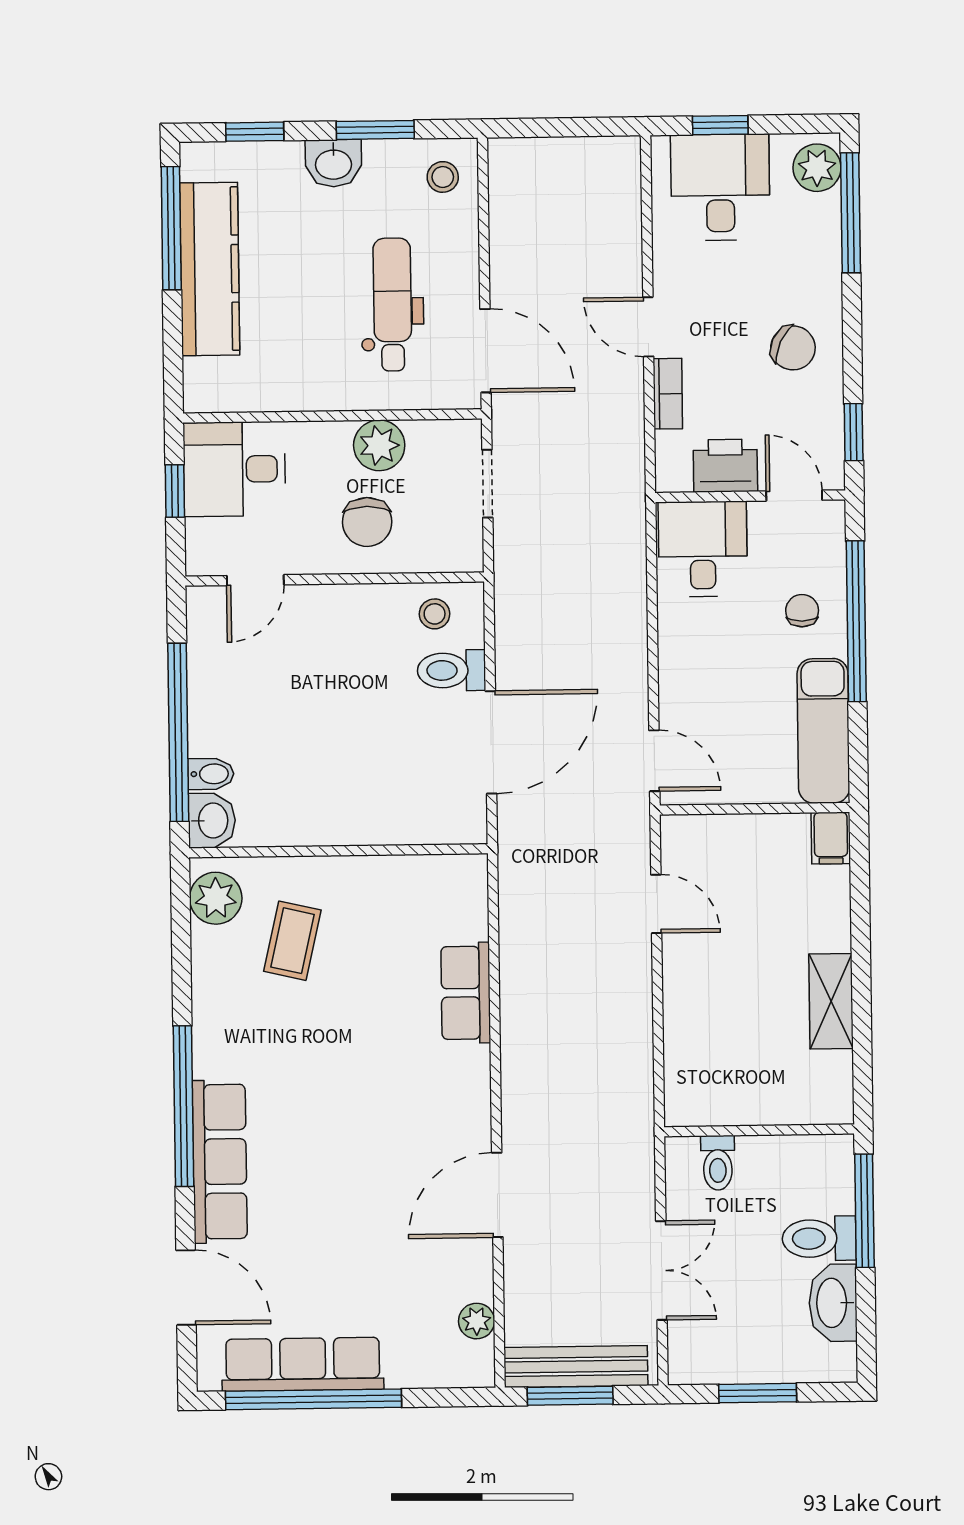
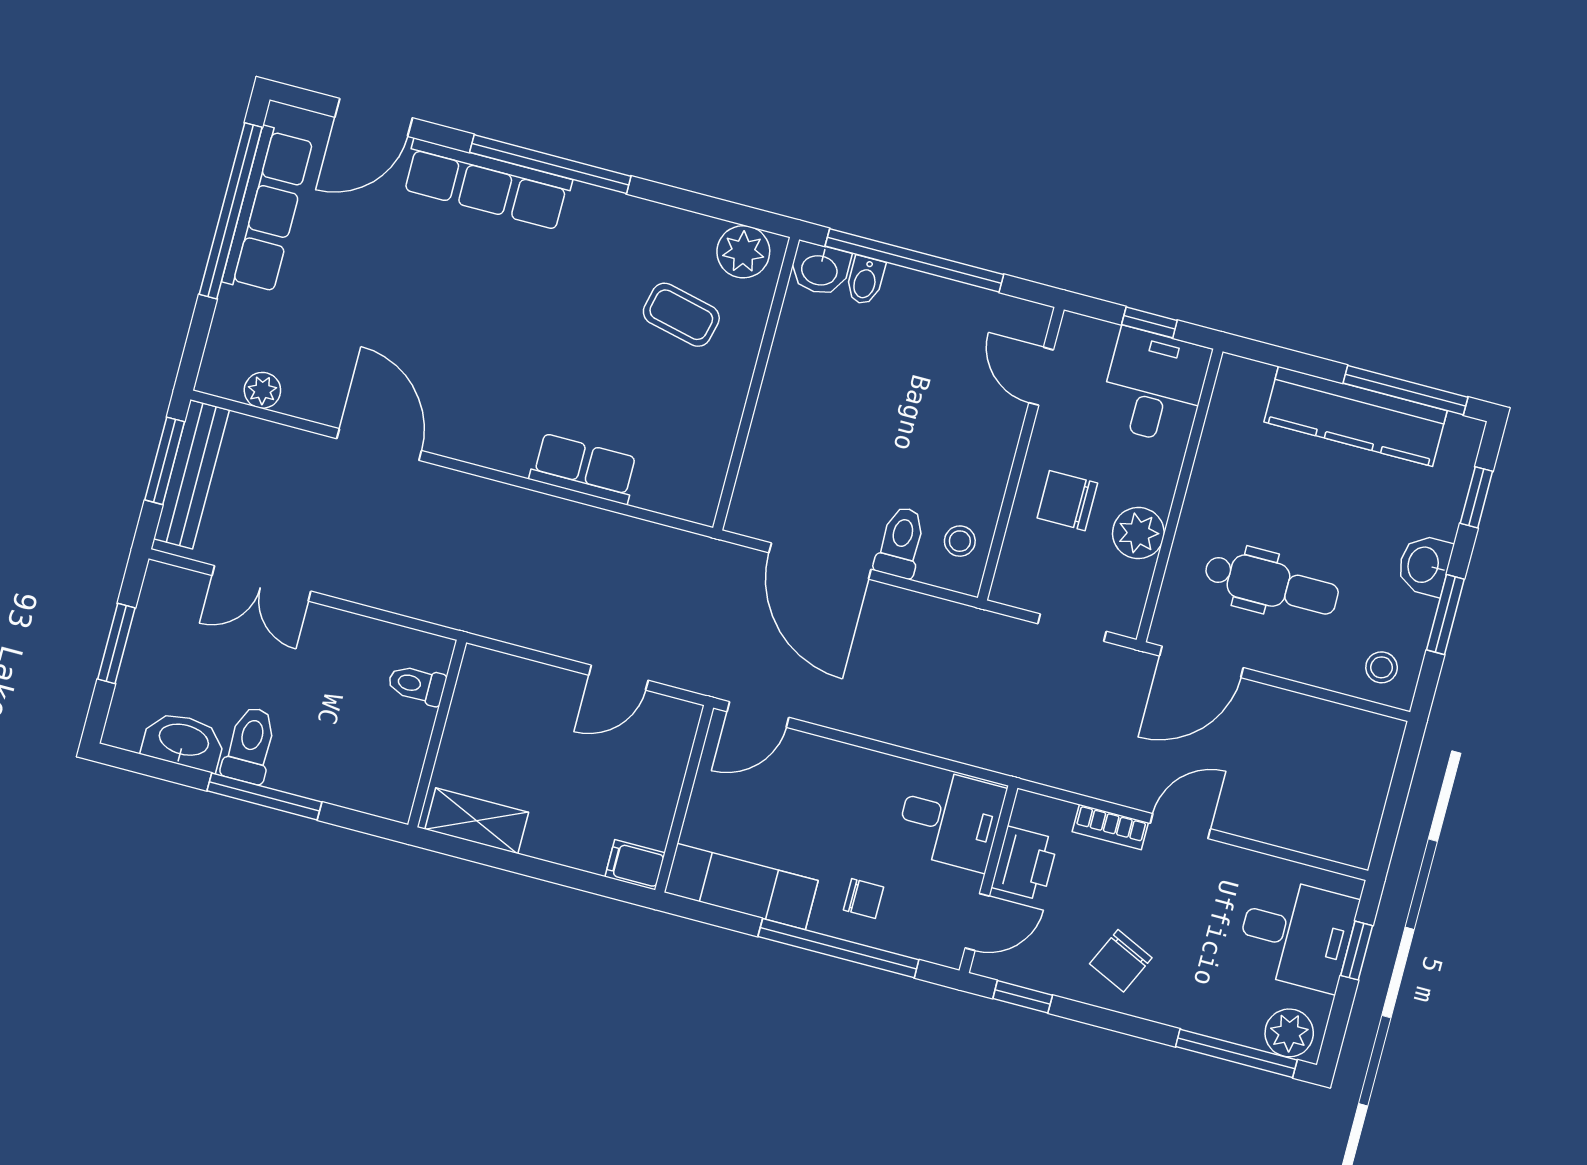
wall: (759, 1130) -> (437, 734), moved
toilet: (718, 1163) -> (417, 685), moved

